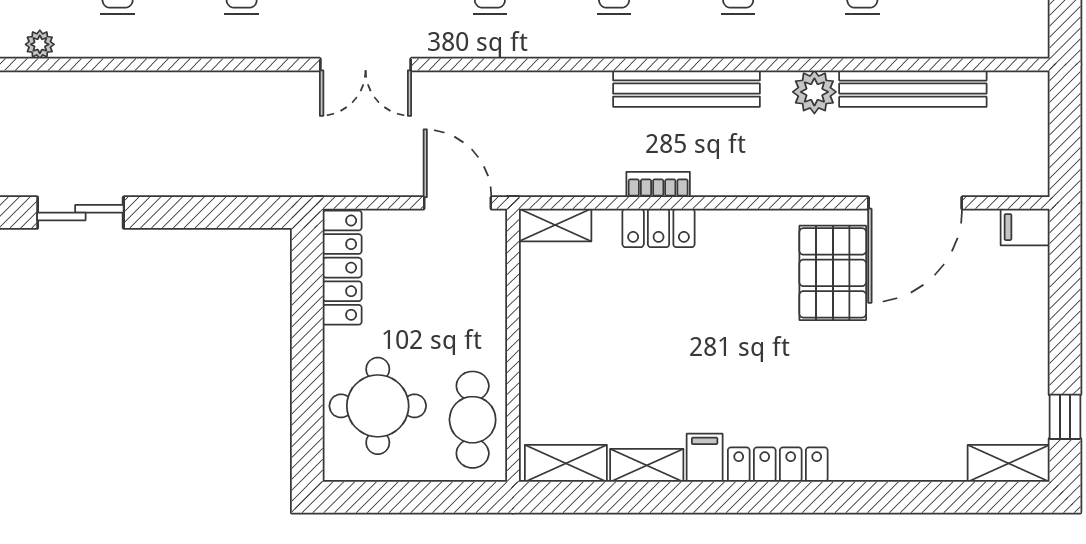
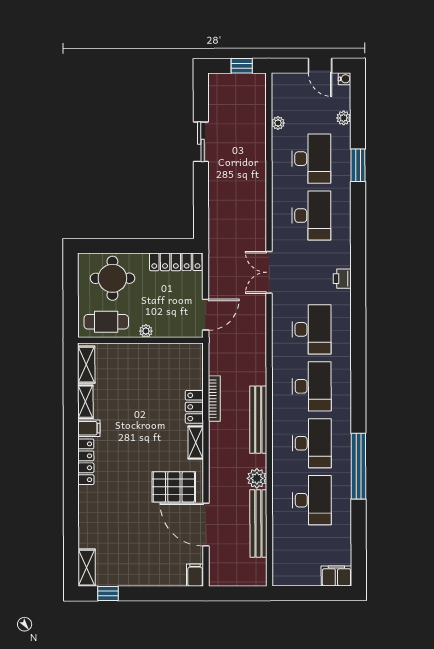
bookcase: (658, 184) -> (214, 399), width x1.56
shelving: (555, 225) -> (196, 442), moved
plant: (493, 333) -> (146, 331), added

